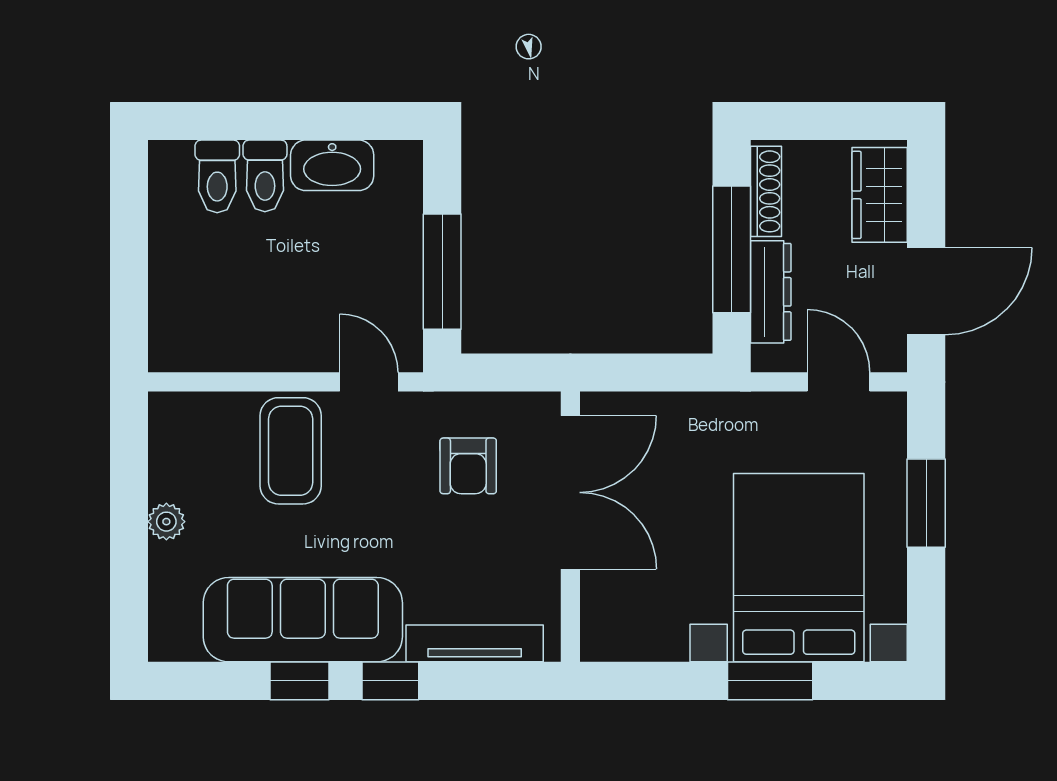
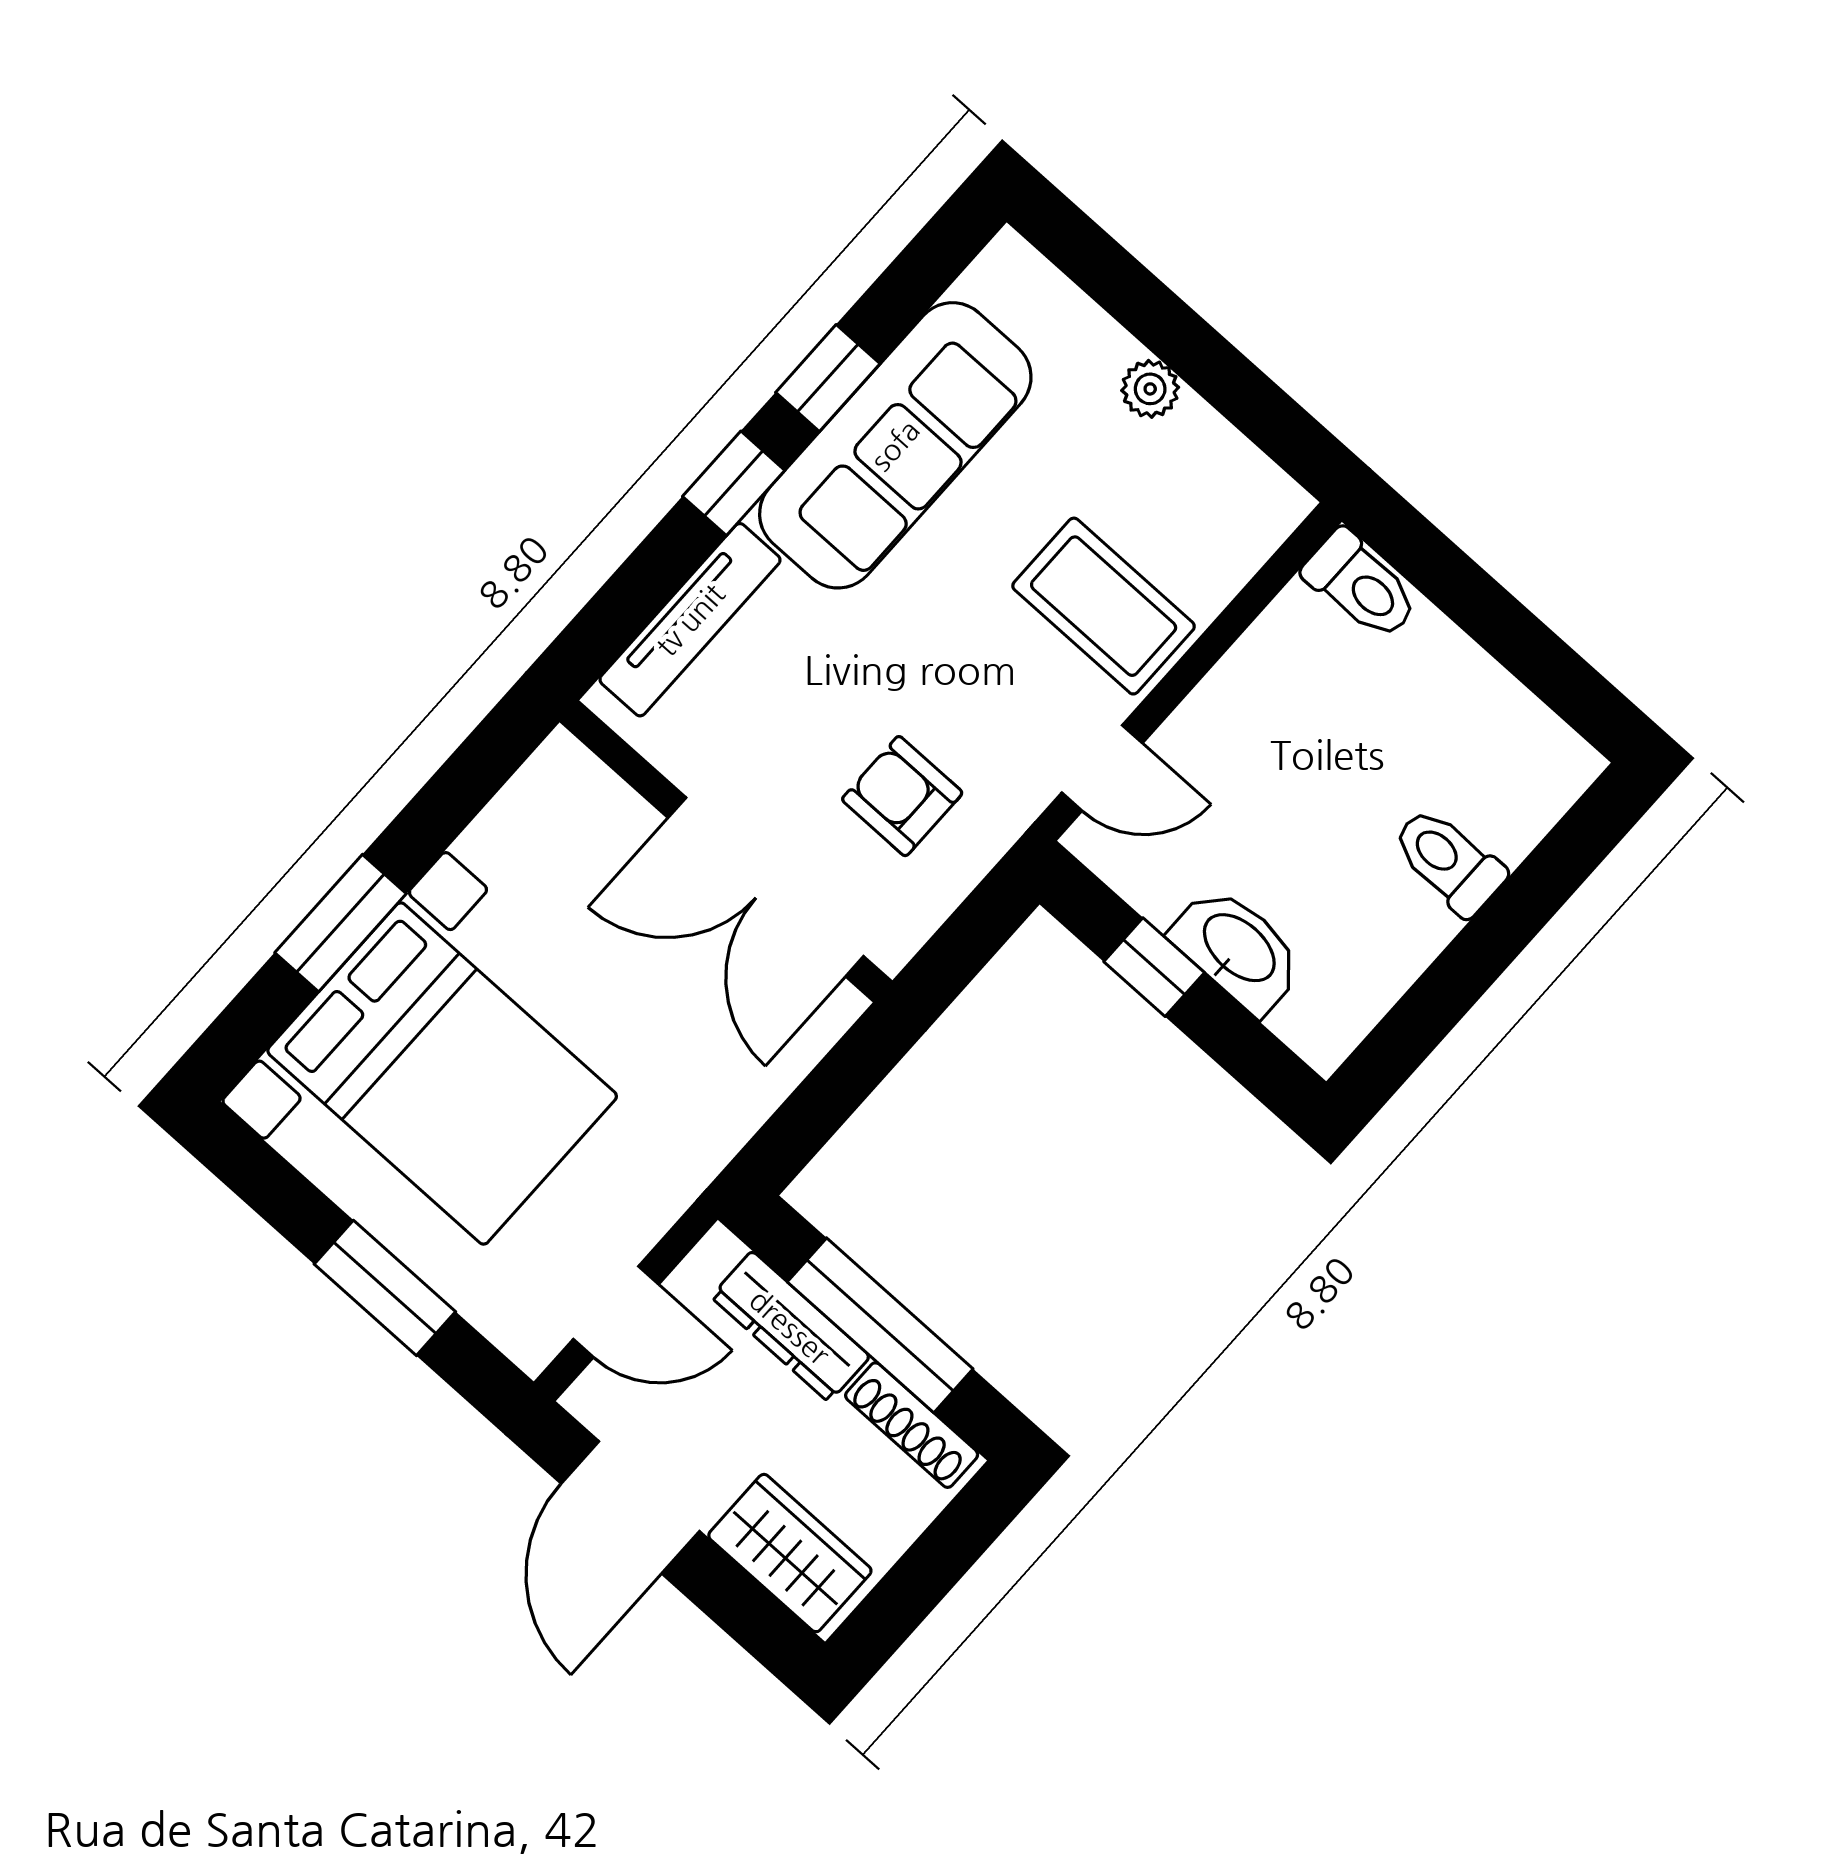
washbasin: (332, 165) -> (1238, 949), moved, turned 90
toilet: (217, 176) -> (1361, 585), moved, turned 180
window: (442, 272) -> (1154, 967), width x0.46

